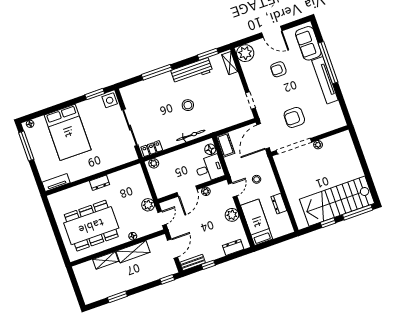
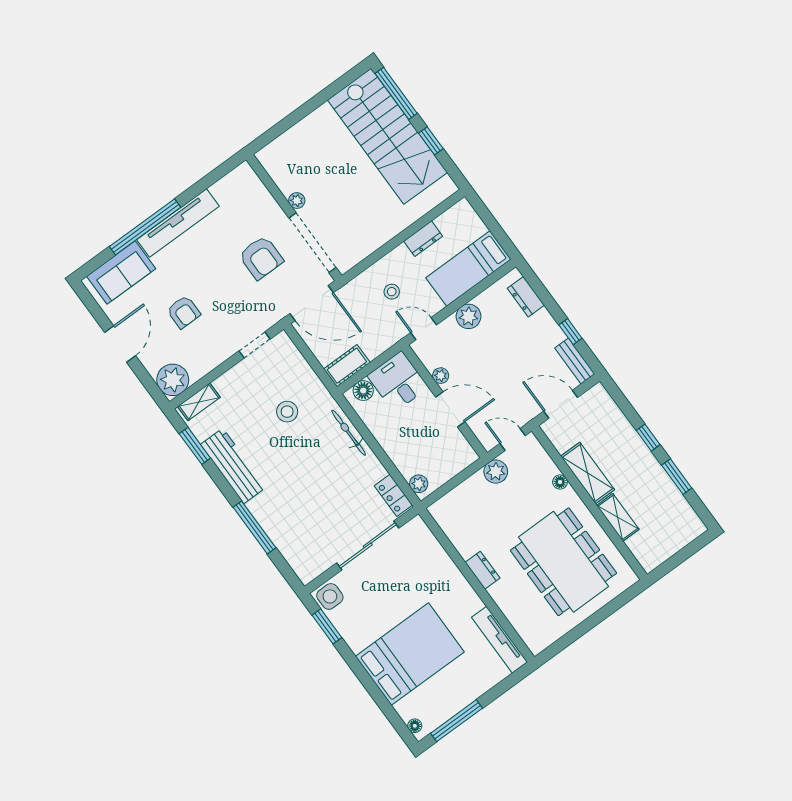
stool: (188, 105) -> (287, 412), moved
tv unit: (56, 182) -> (499, 640), width x1.41
window: (167, 279) -> (648, 438), moved

